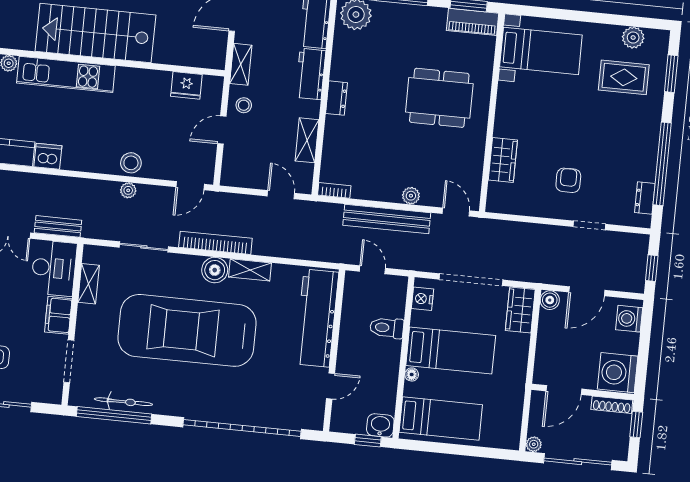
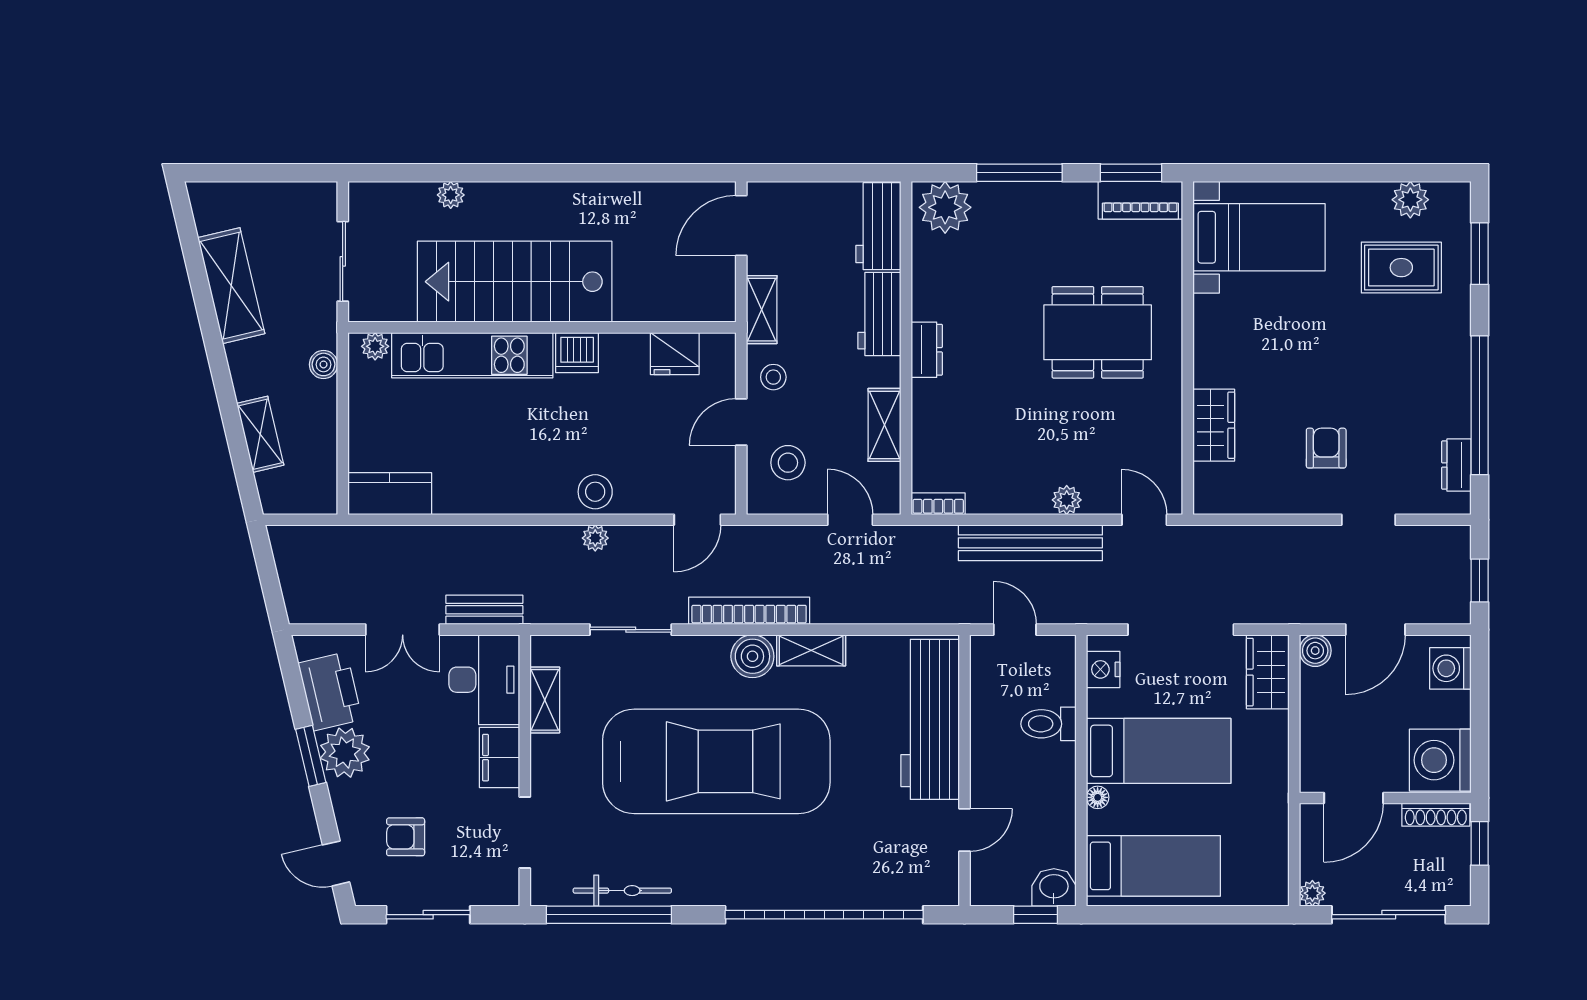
dishwasher: (48, 156) -> (577, 353), moved, turned 180
stool: (247, 157) -> (788, 463), added
car: (187, 330) -> (716, 761), turned 180

